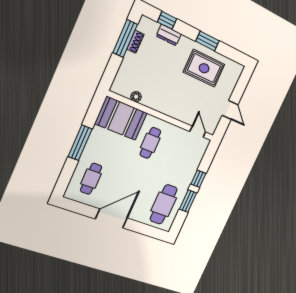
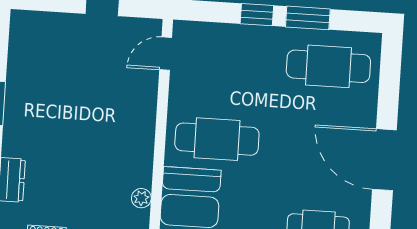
rug: (204, 68) -> (44, 90), removed
cafe table: (150, 143) -> (217, 139), width x1.37, depth x1.35

